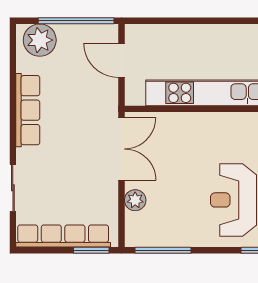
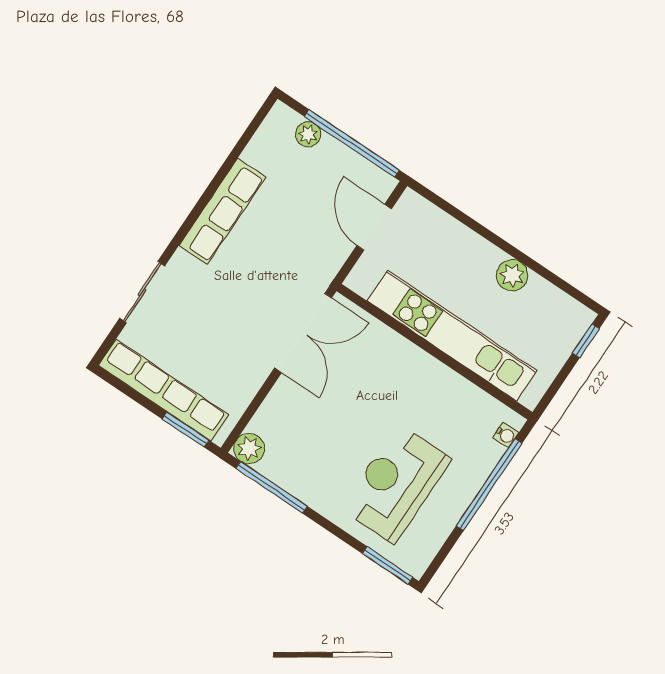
plant: (220, 35) -> (512, 275), added
plant: (40, 40) -> (308, 134), width x0.53, depth x0.53
plant: (135, 200) -> (249, 449), moved

